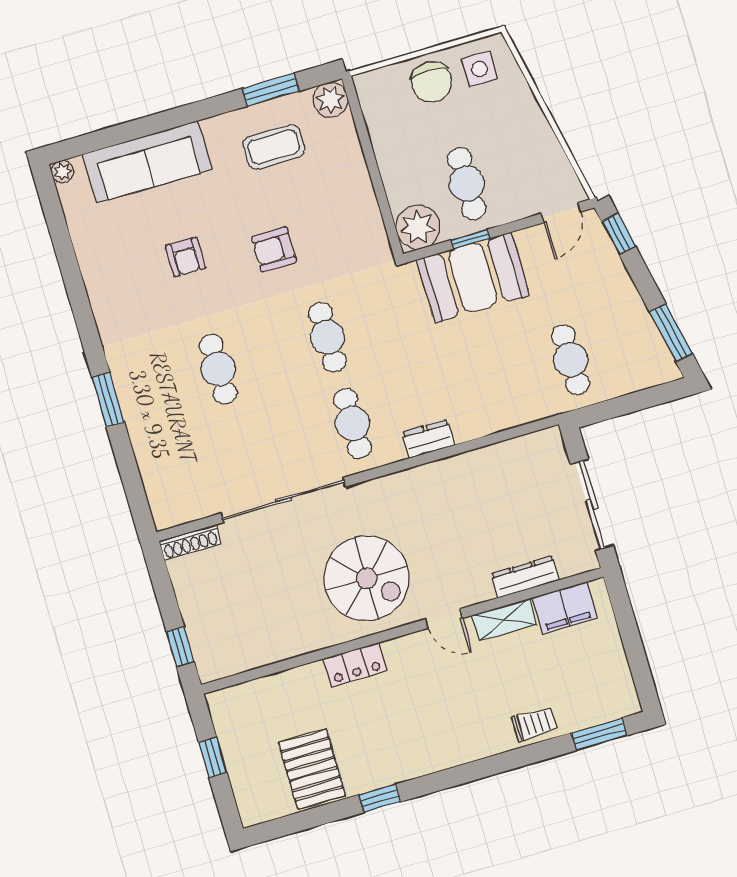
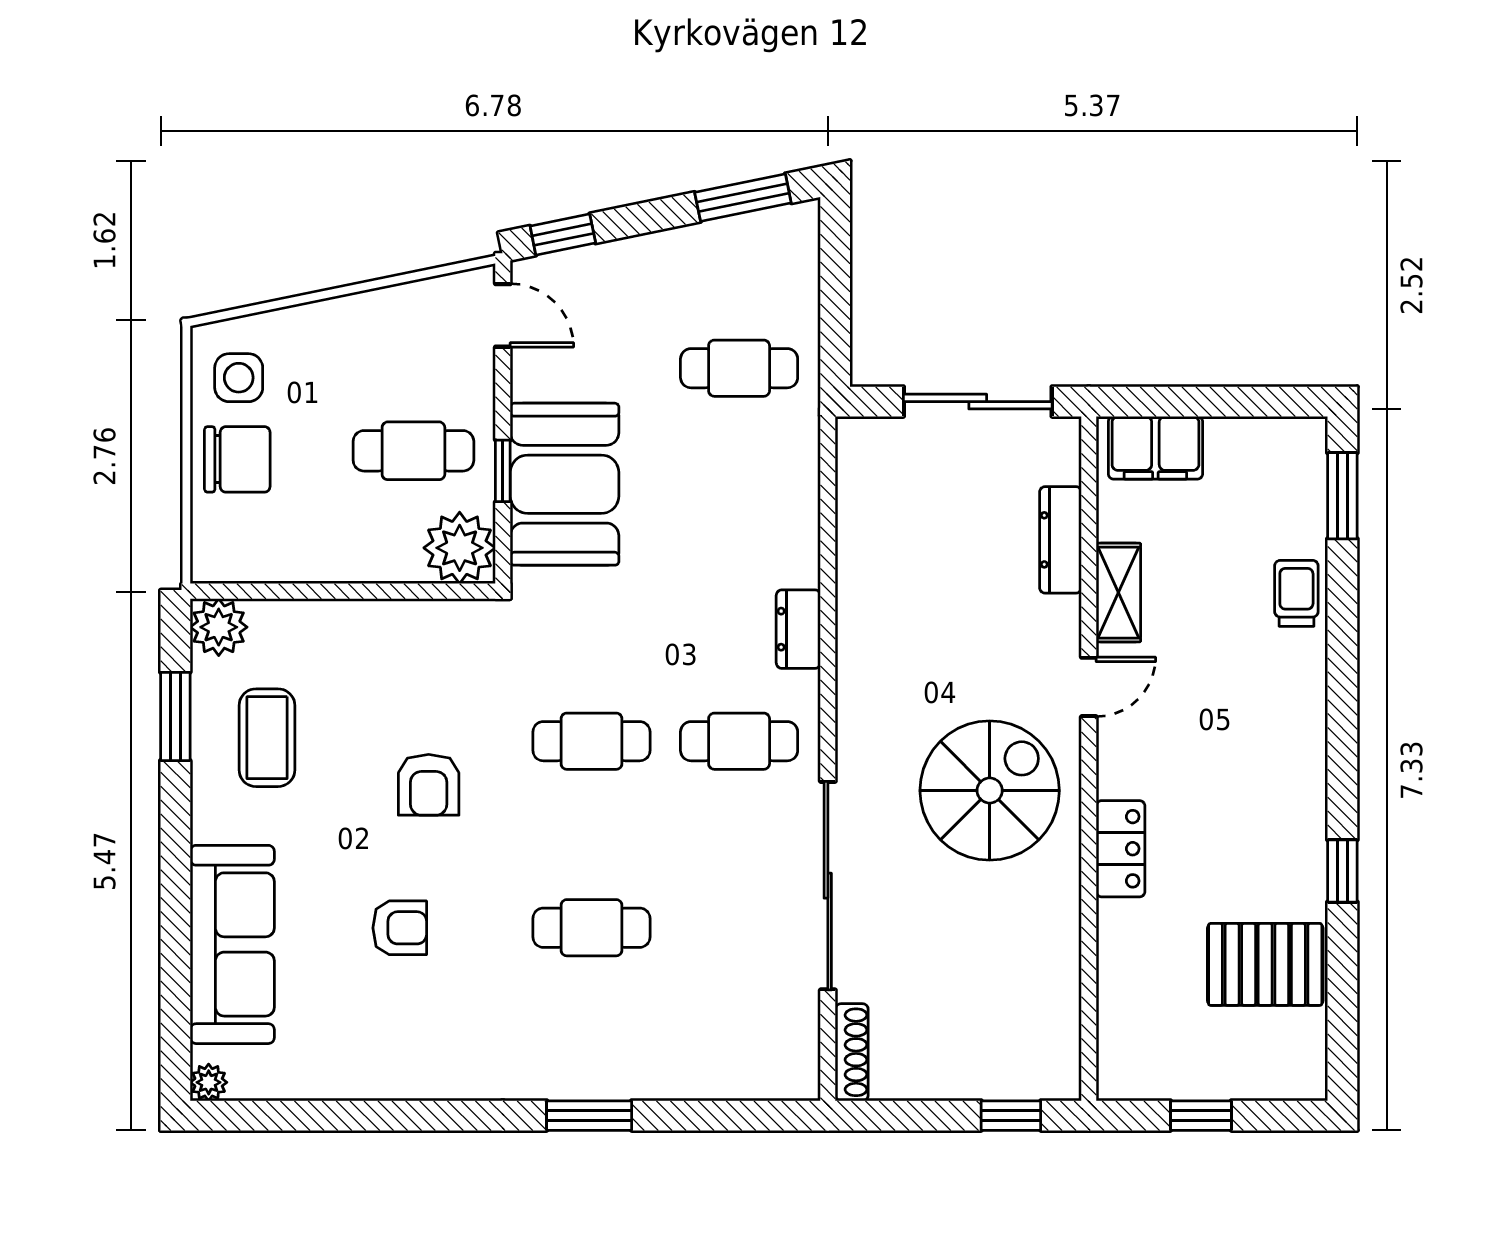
filing cabinet: (565, 608) -> (1155, 448), moved, turned 90

